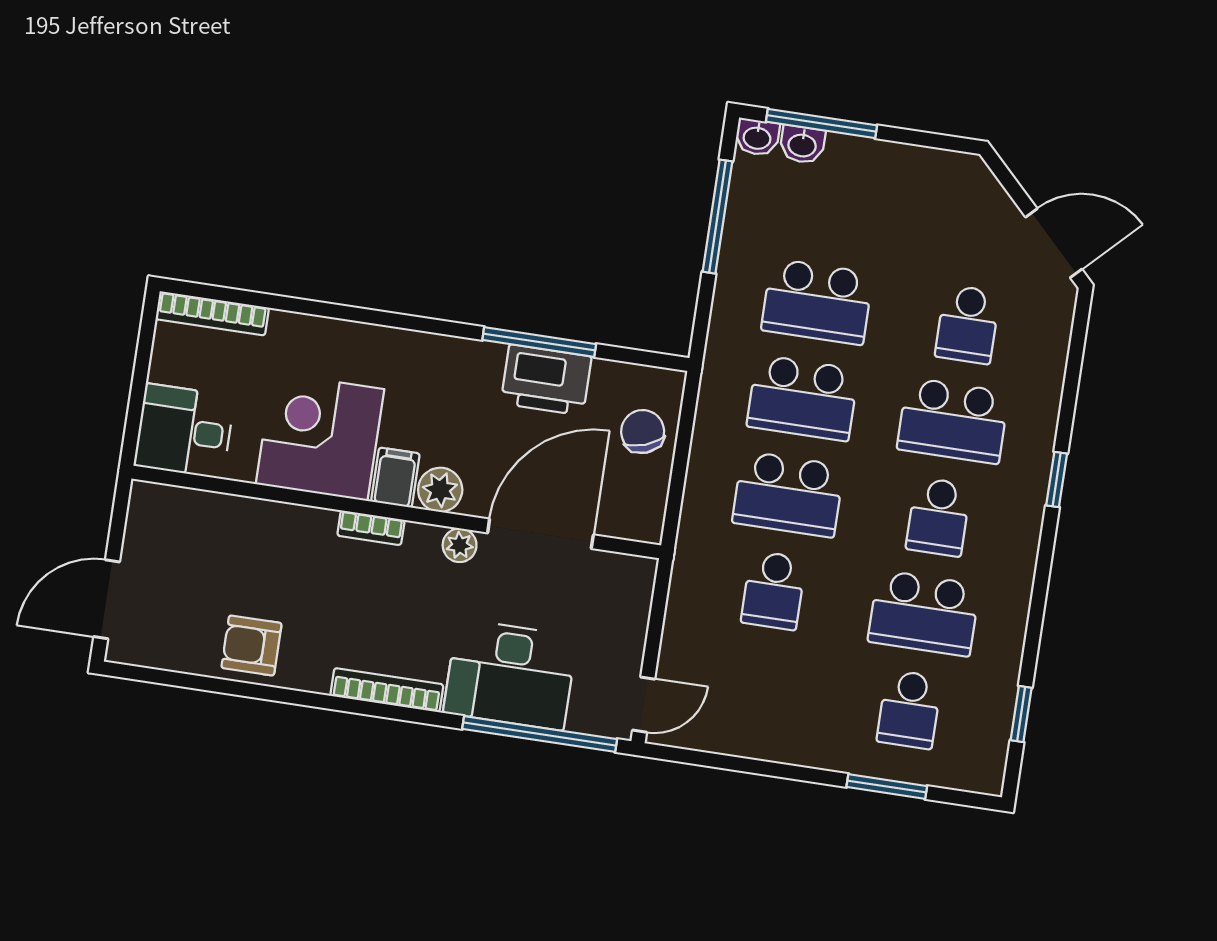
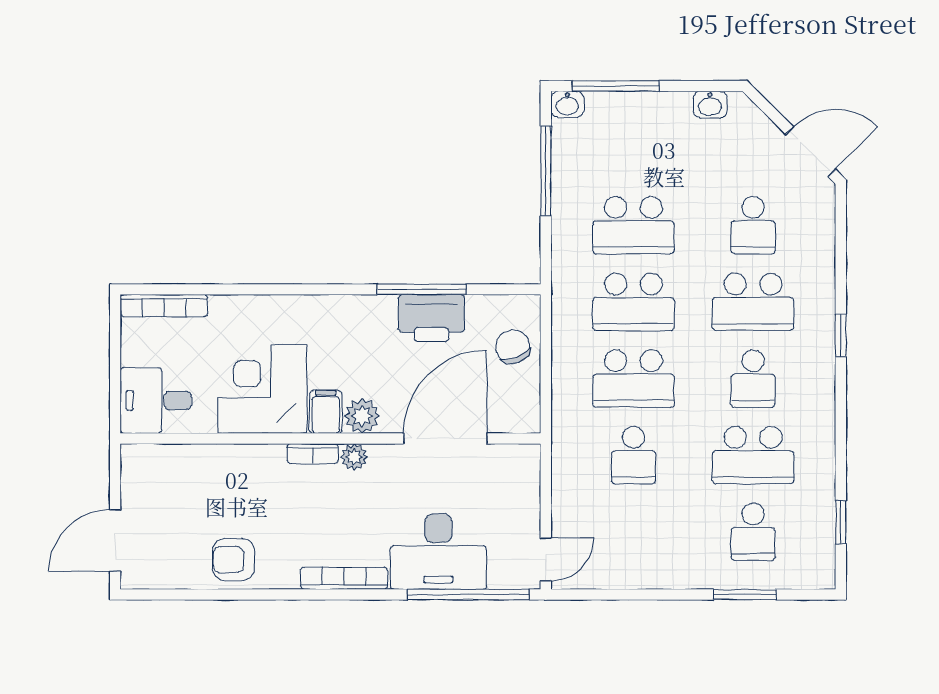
washbasin: (802, 145) -> (710, 105), moved
plant: (460, 545) -> (354, 457), moved

